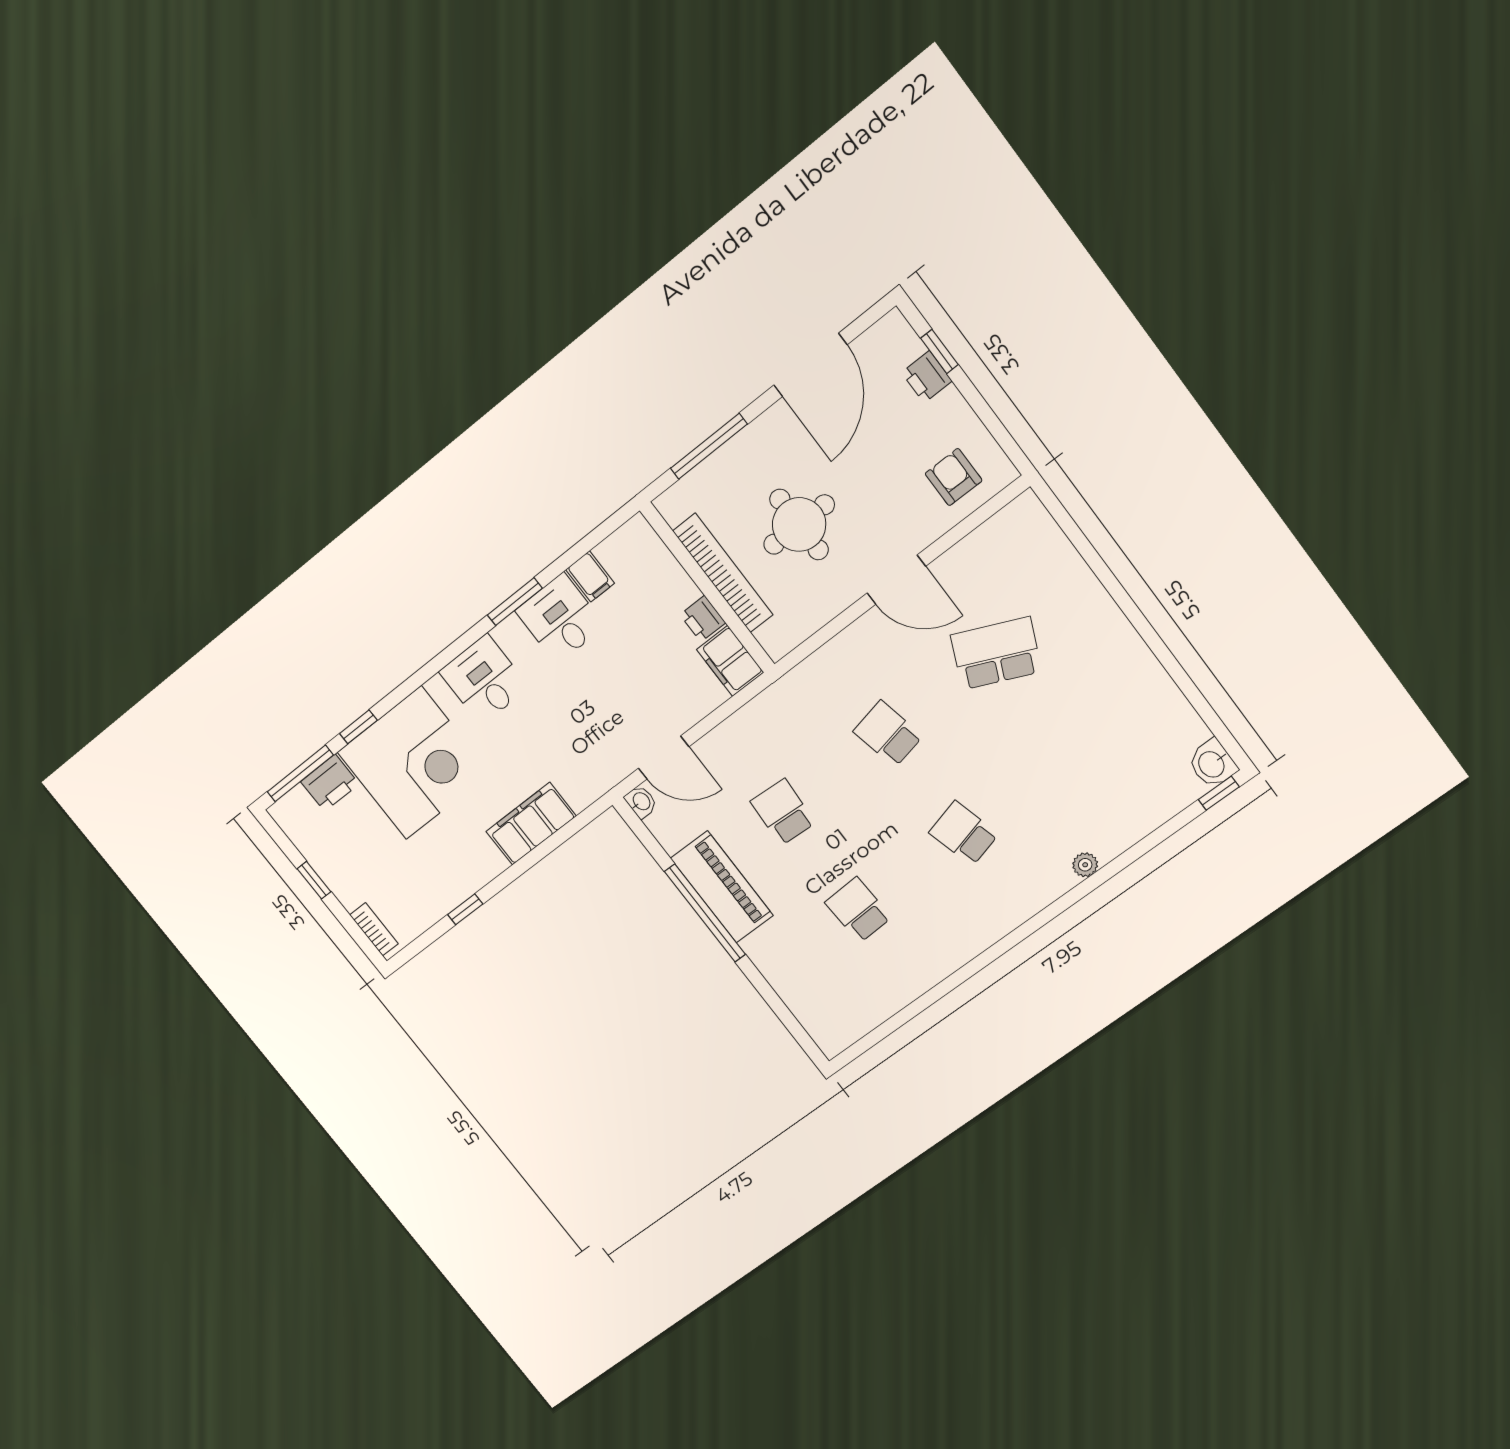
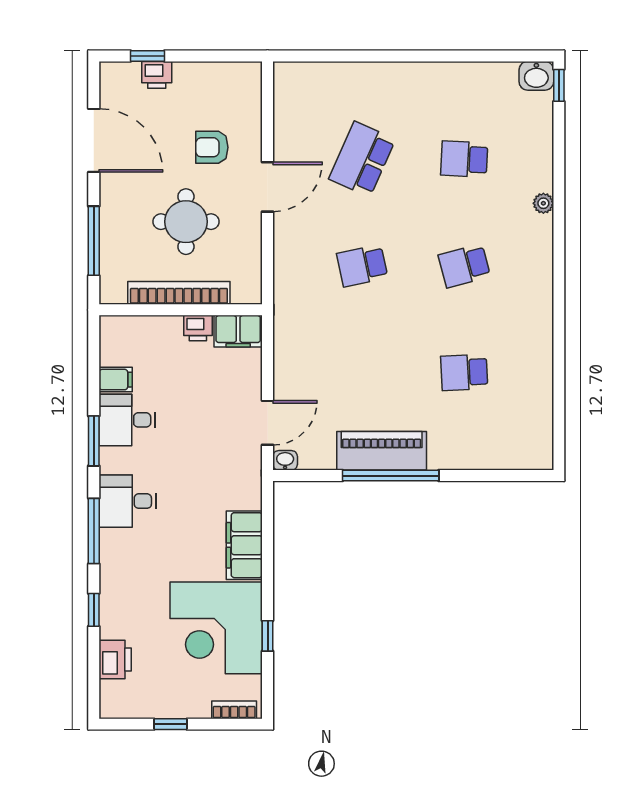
armchair: (954, 477) -> (212, 147), moved
corner desk: (414, 763) -> (216, 628), moved, turned 180
window: (300, 773) -> (94, 531), moved
school desk: (783, 812) -> (464, 159), moved

